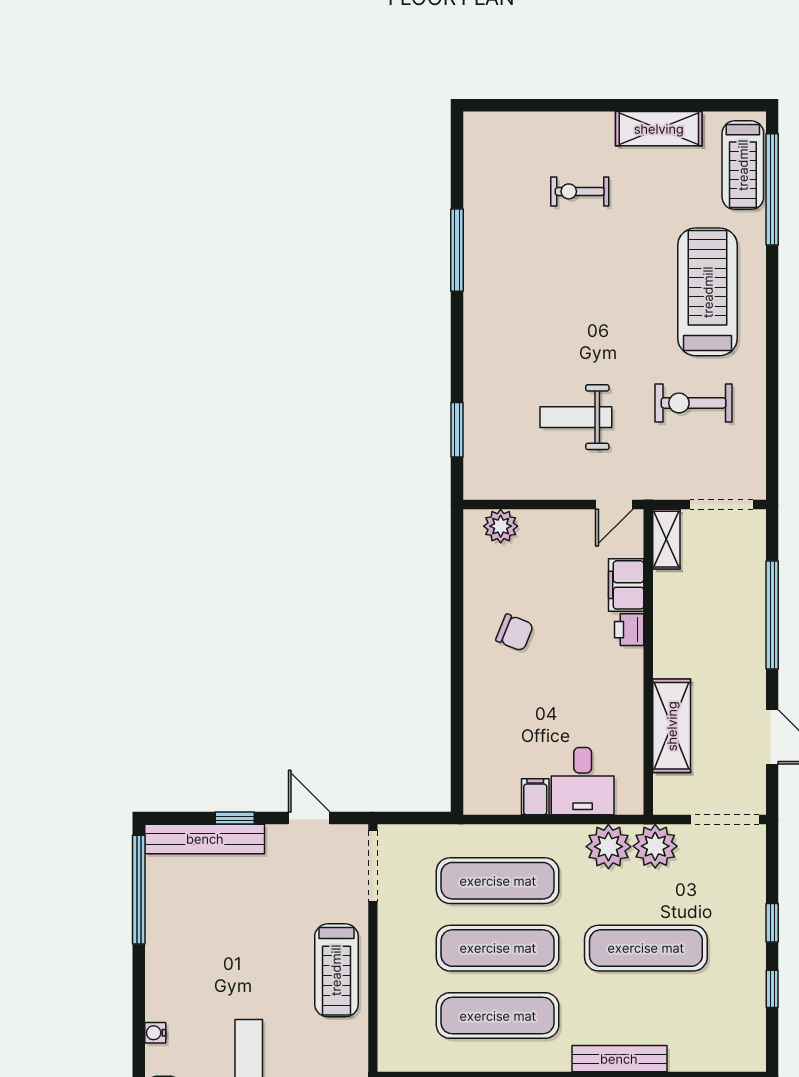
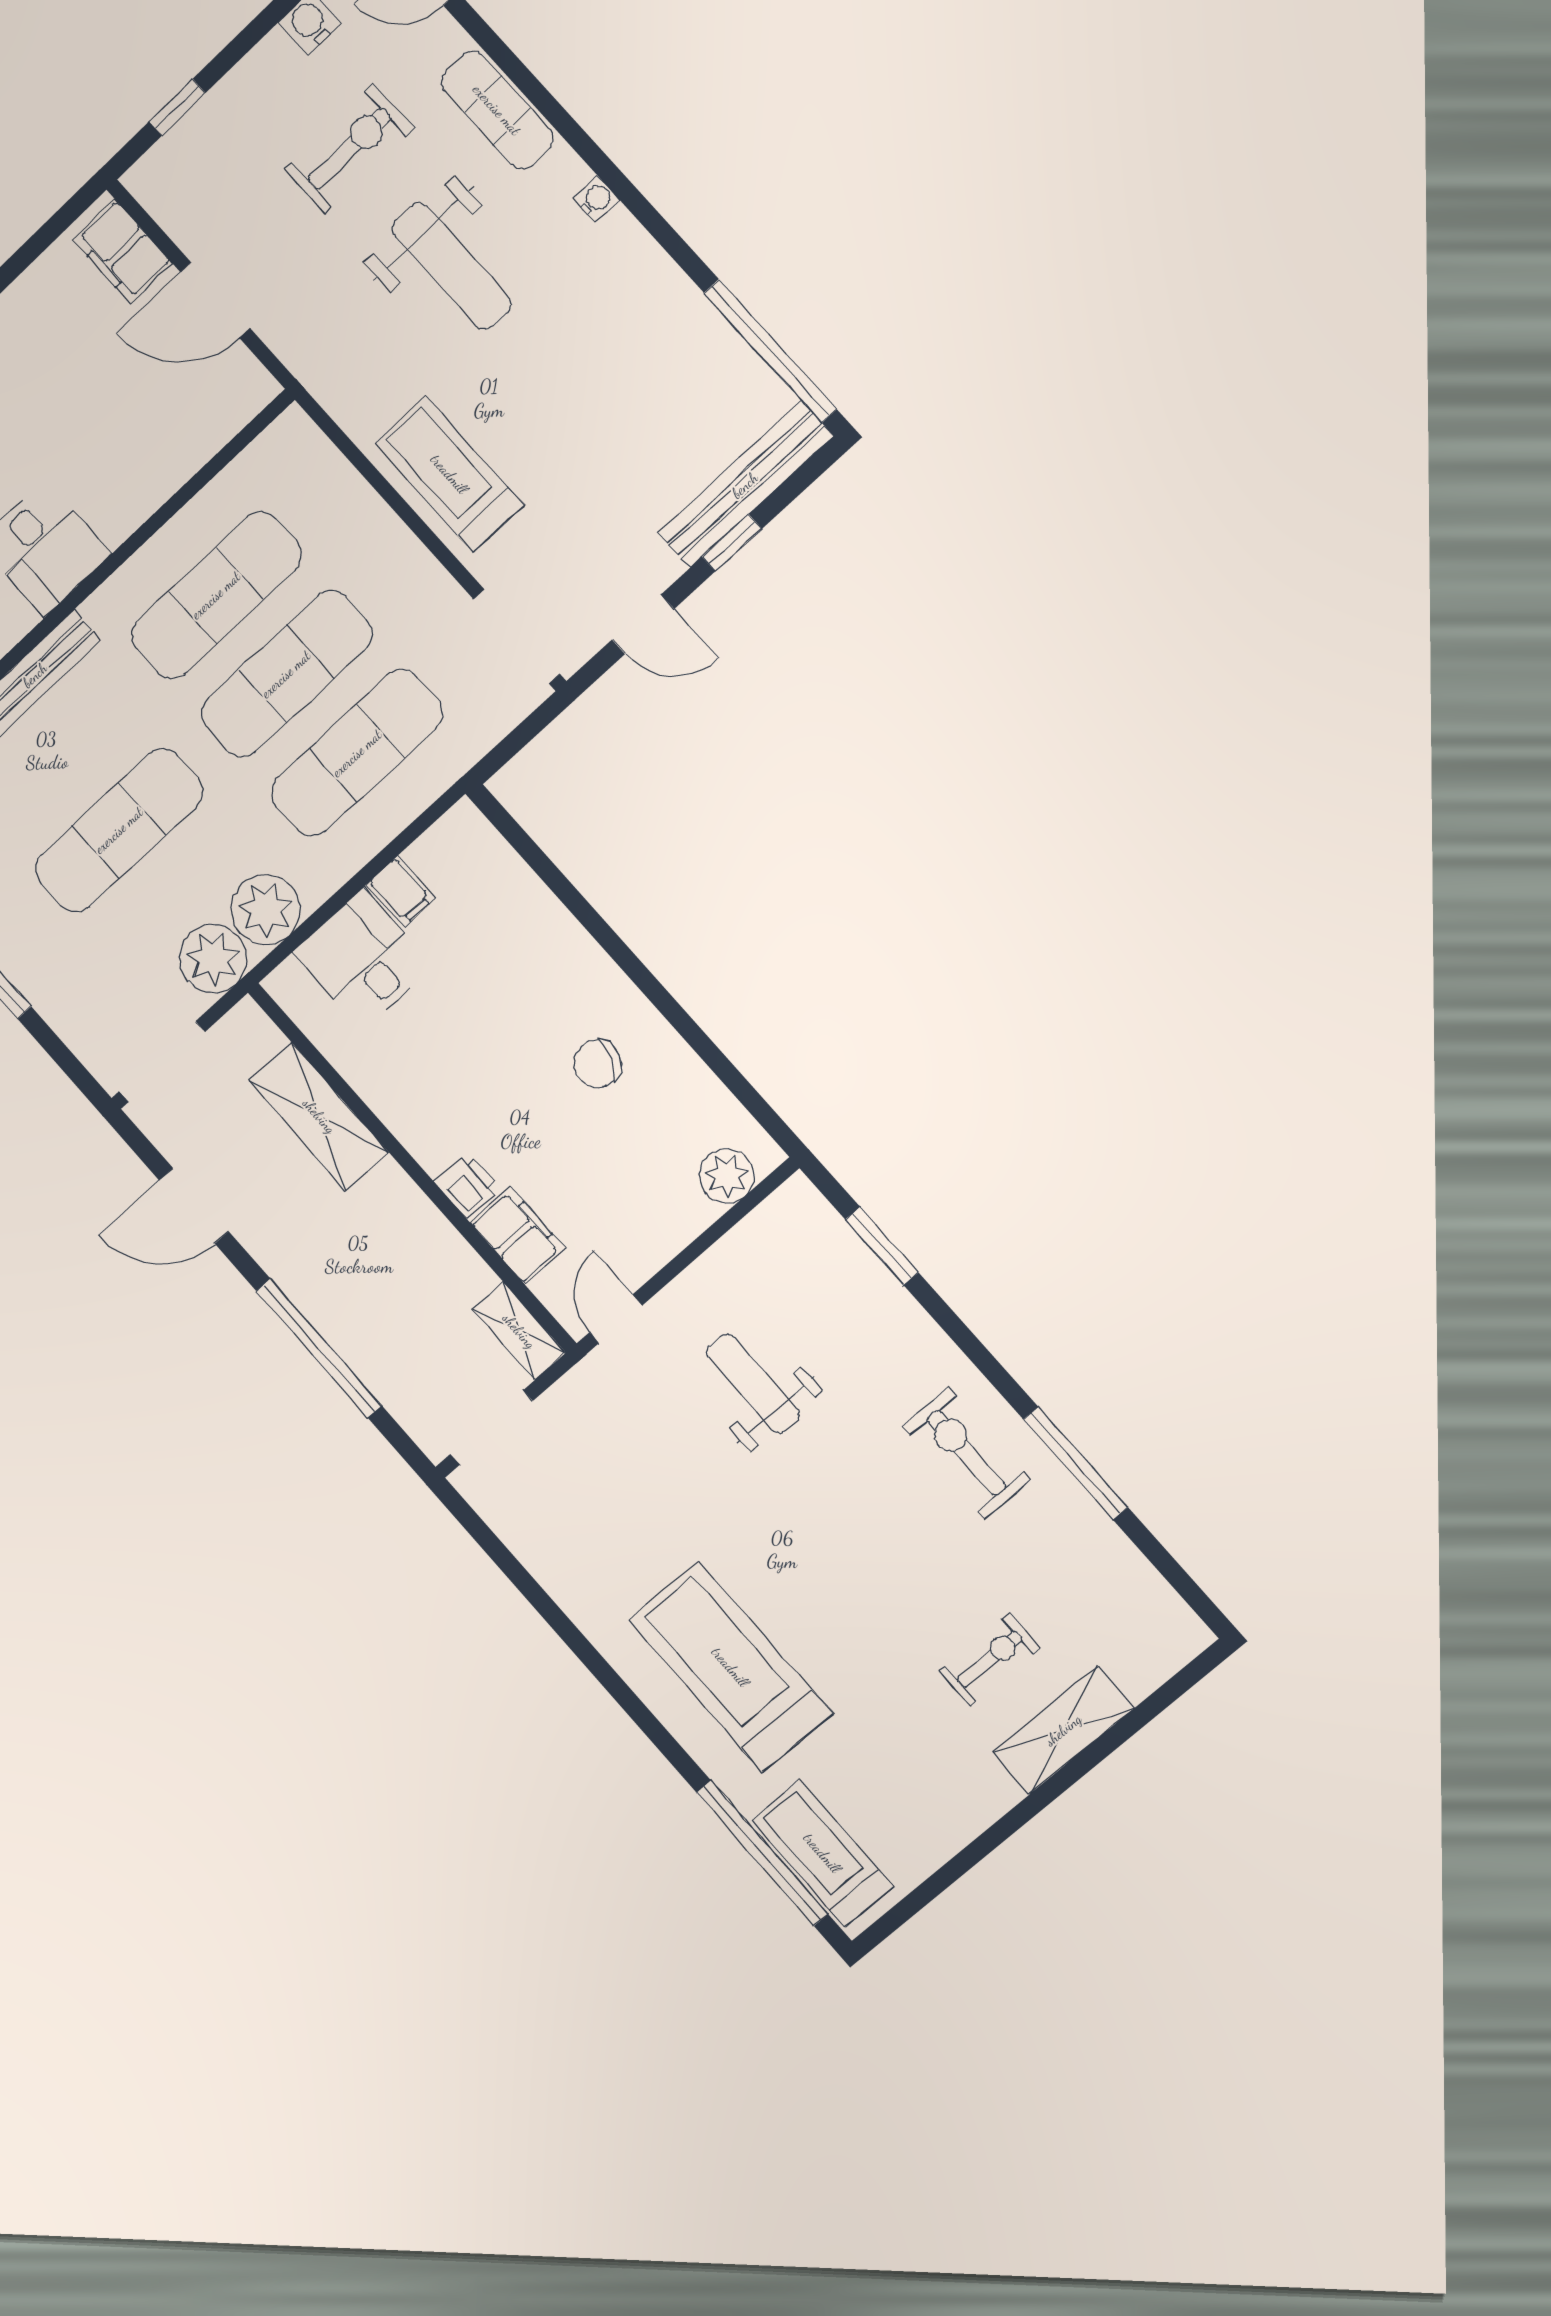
shelving: (659, 129) -> (1063, 1730), moved
treadmill: (708, 292) -> (730, 1667), turned 180
exercise bike: (694, 403) -> (966, 1453), moved, turned -90
weight bench: (576, 417) -> (753, 1384), turned -90

